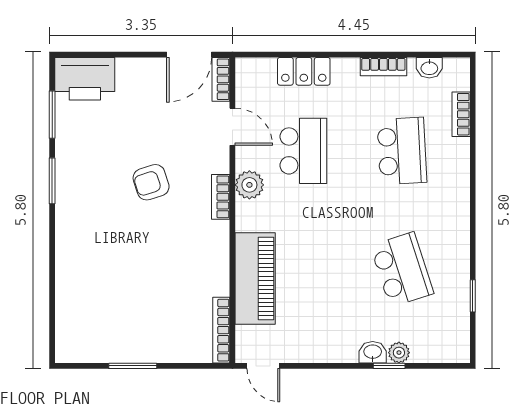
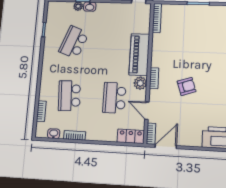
locker: (304, 71) -> (131, 136), moved
school desk: (402, 270) -> (74, 42), turned 39
piano: (255, 279) -> (139, 55), moved

